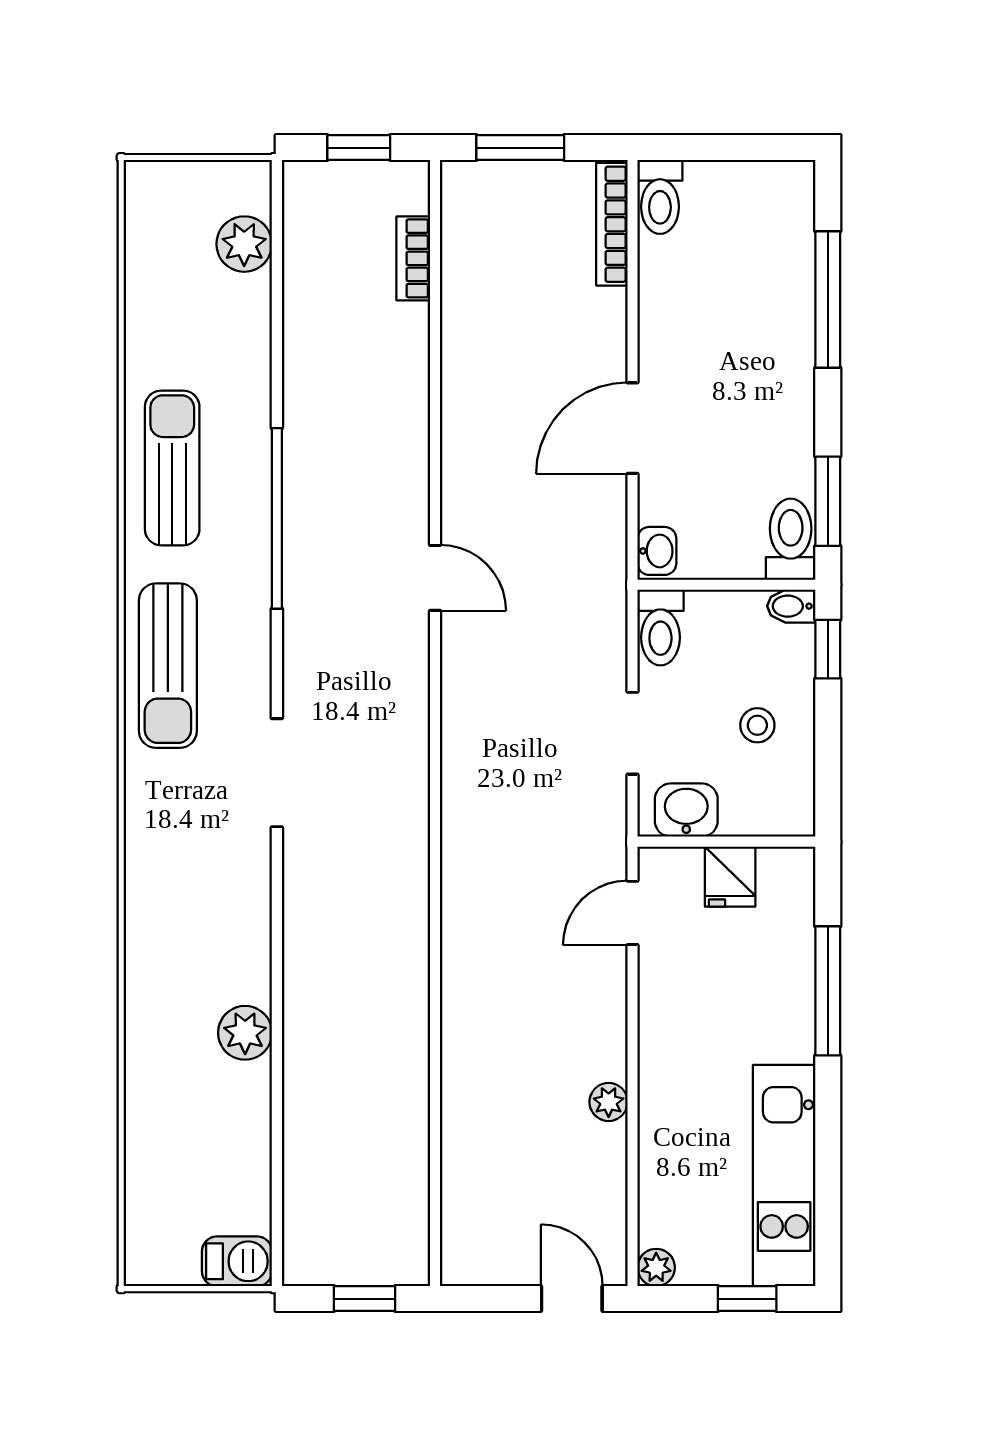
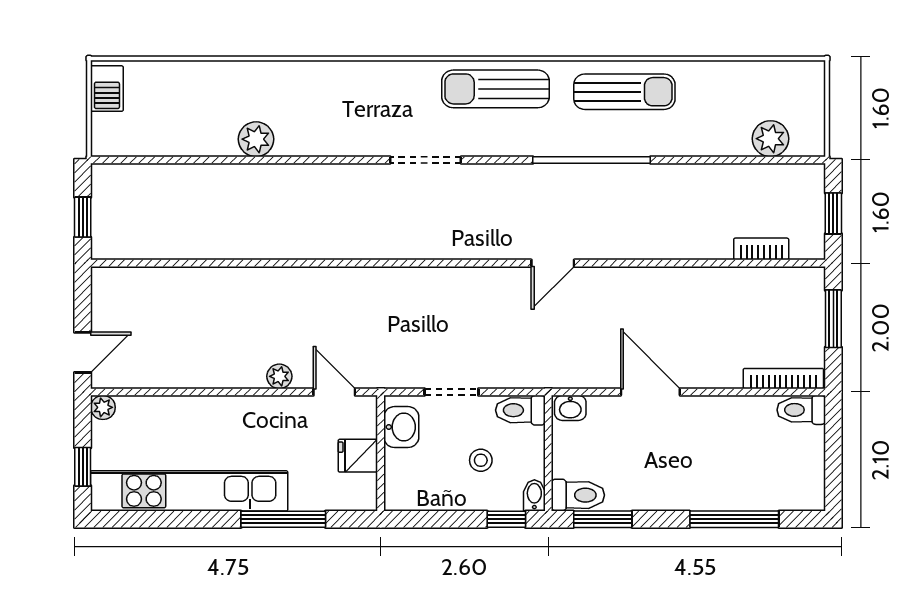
stool: (757, 725) -> (481, 460), moved
plant: (609, 1102) -> (279, 376), moved
kitchen unit: (784, 1176) -> (189, 491), width x1.36
barbecue: (237, 1261) -> (107, 89), moved

